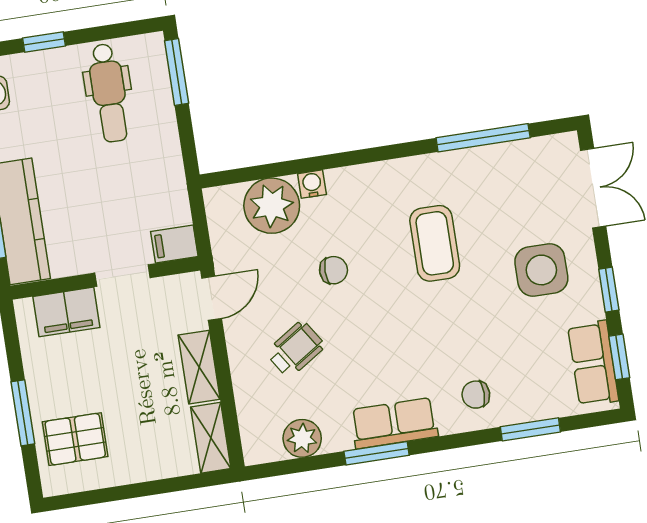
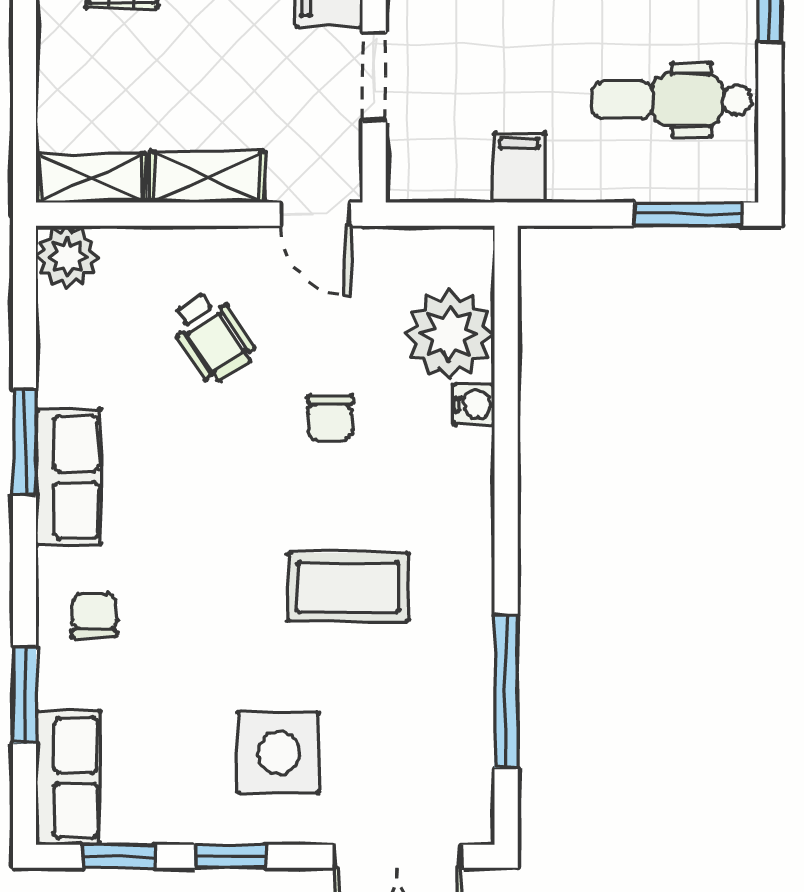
filing cabinet: (174, 244) -> (519, 168), moved
row of seats: (593, 363) -> (68, 778), moved, turned 90
plant: (302, 438) -> (67, 257), moved

